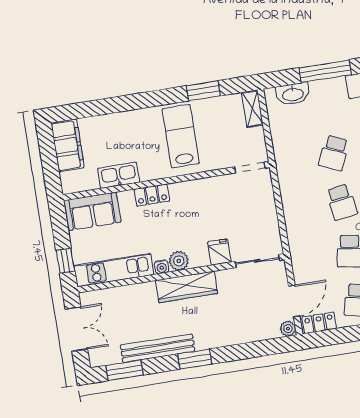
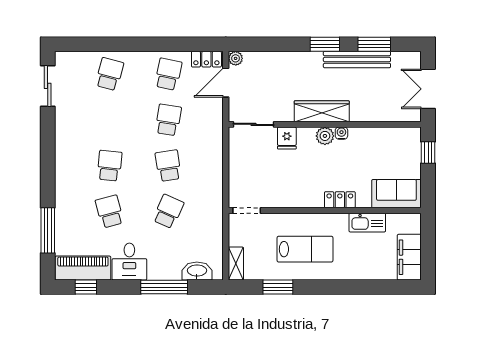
lab bench: (181, 136) -> (305, 249), turned -90
kitchen unit: (114, 270) -> (385, 137), removed
window: (125, 370) -> (374, 44), moved

